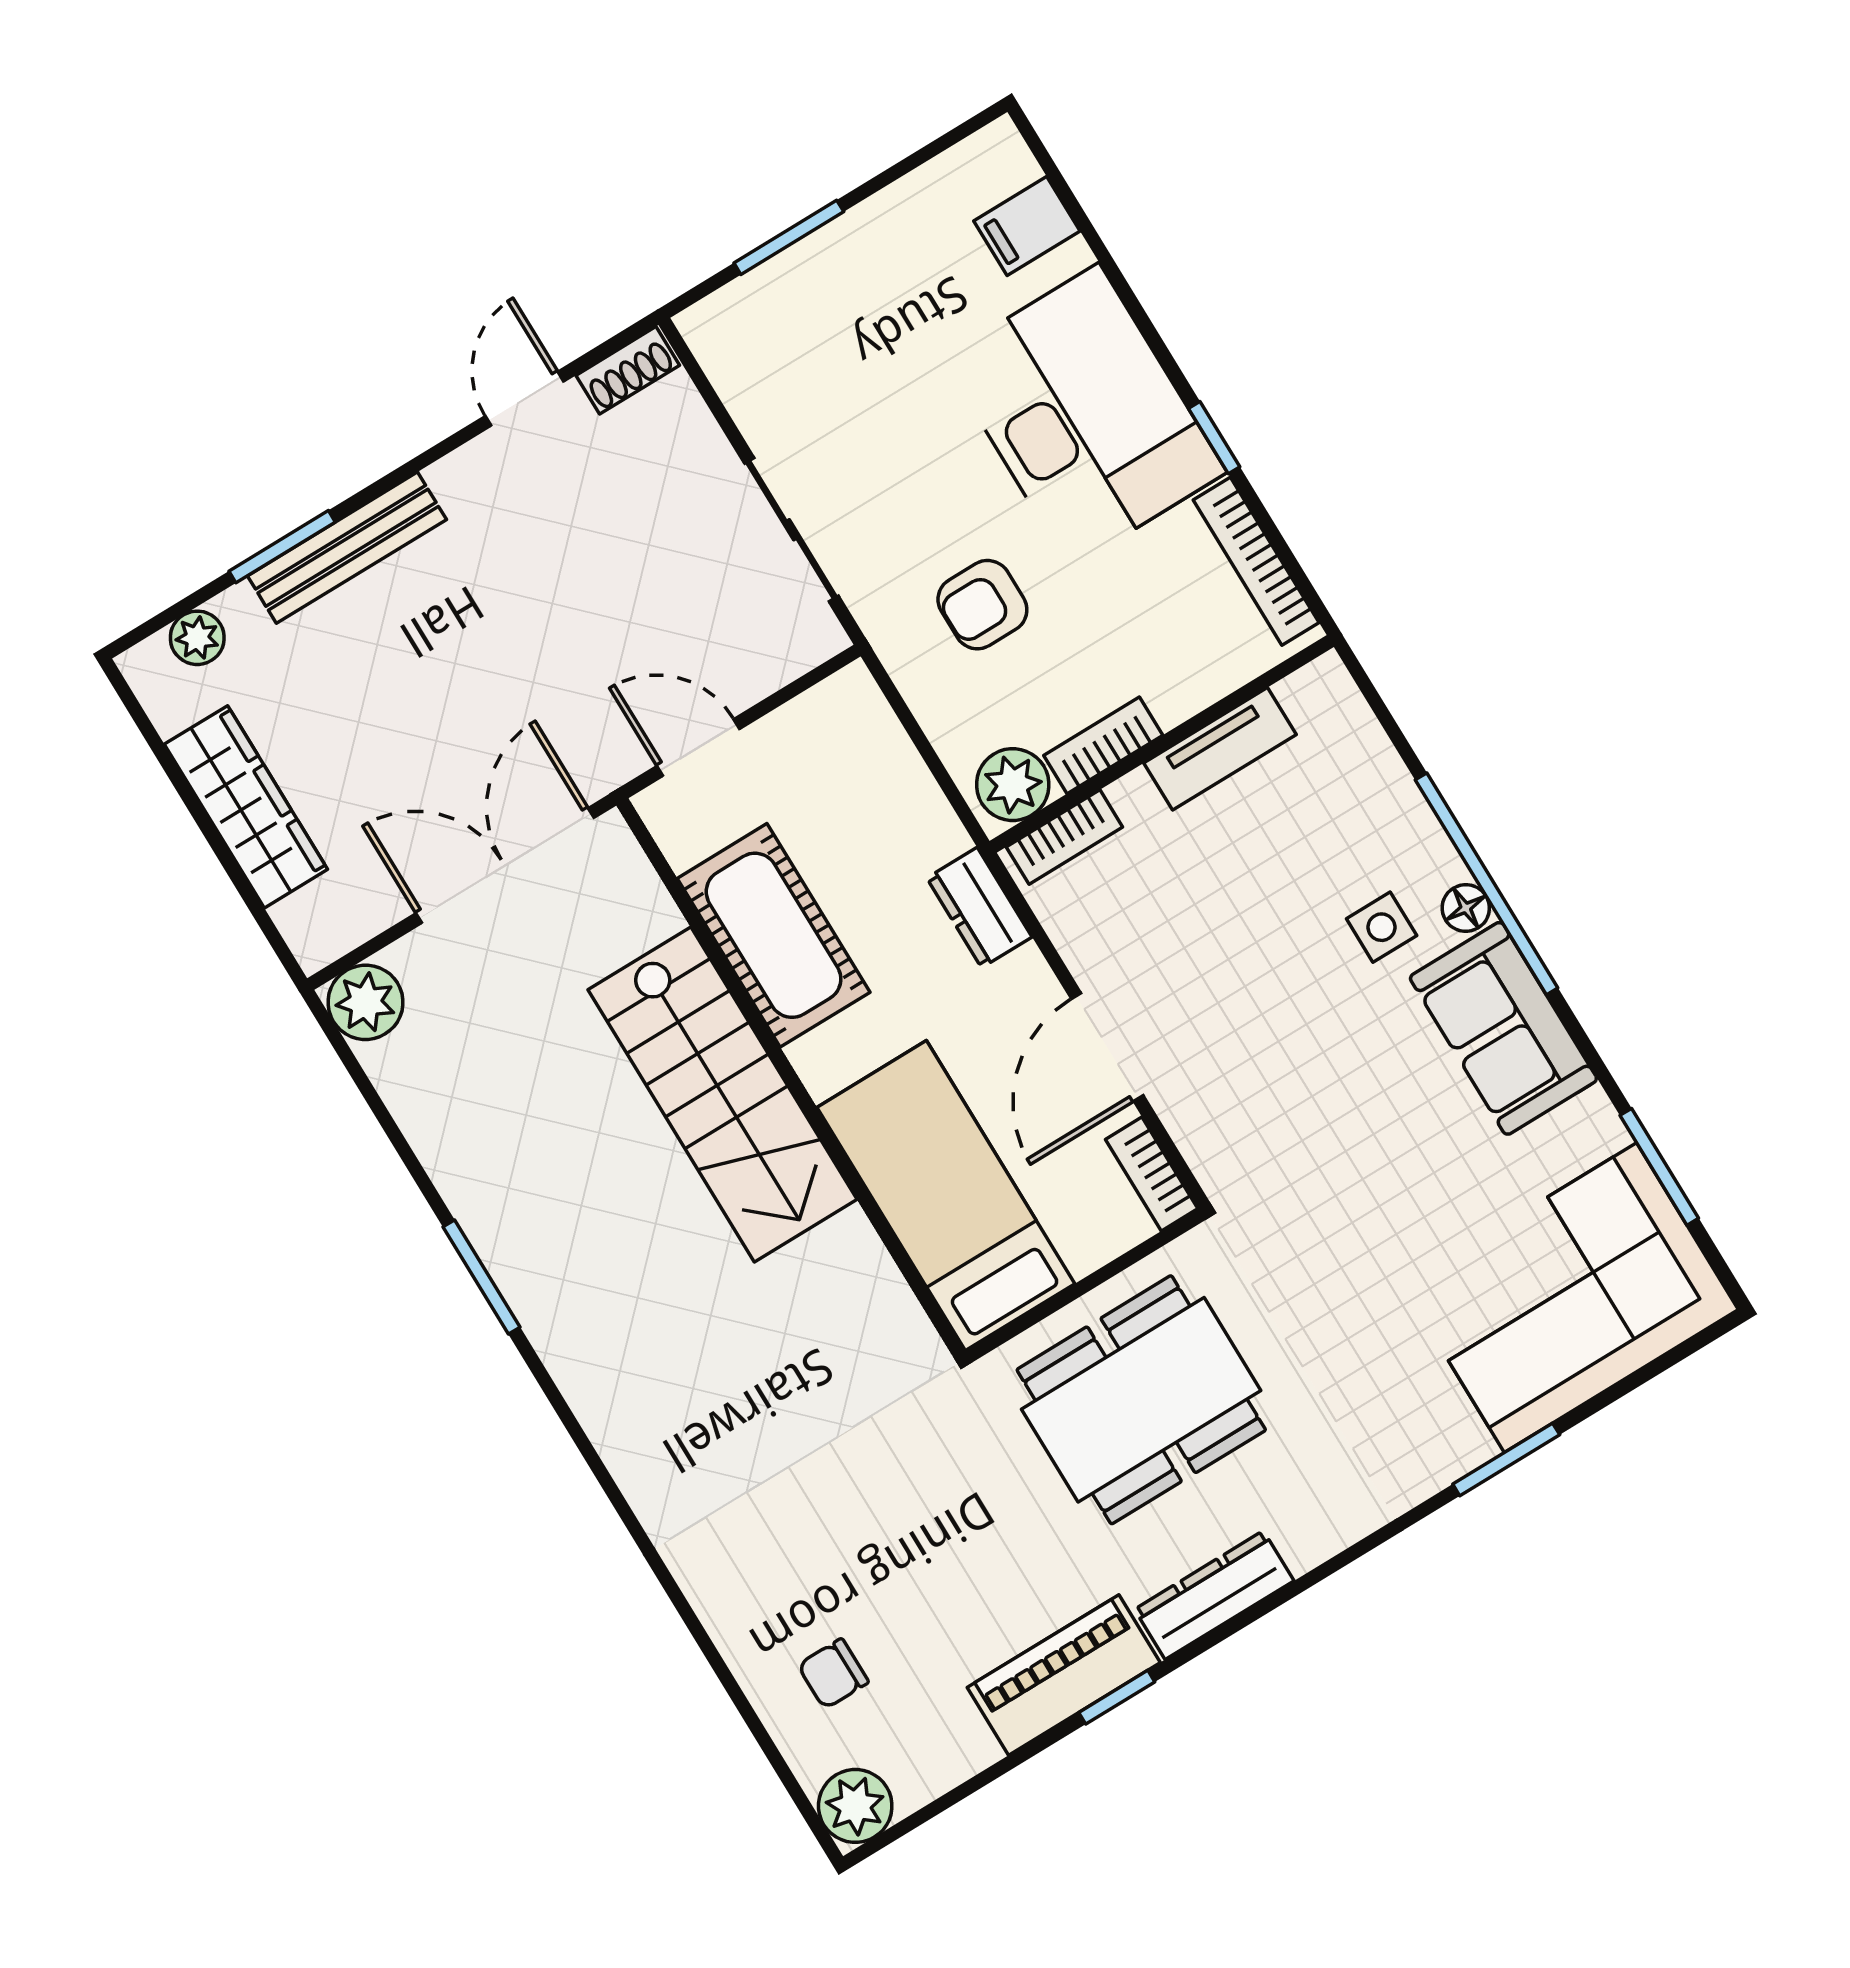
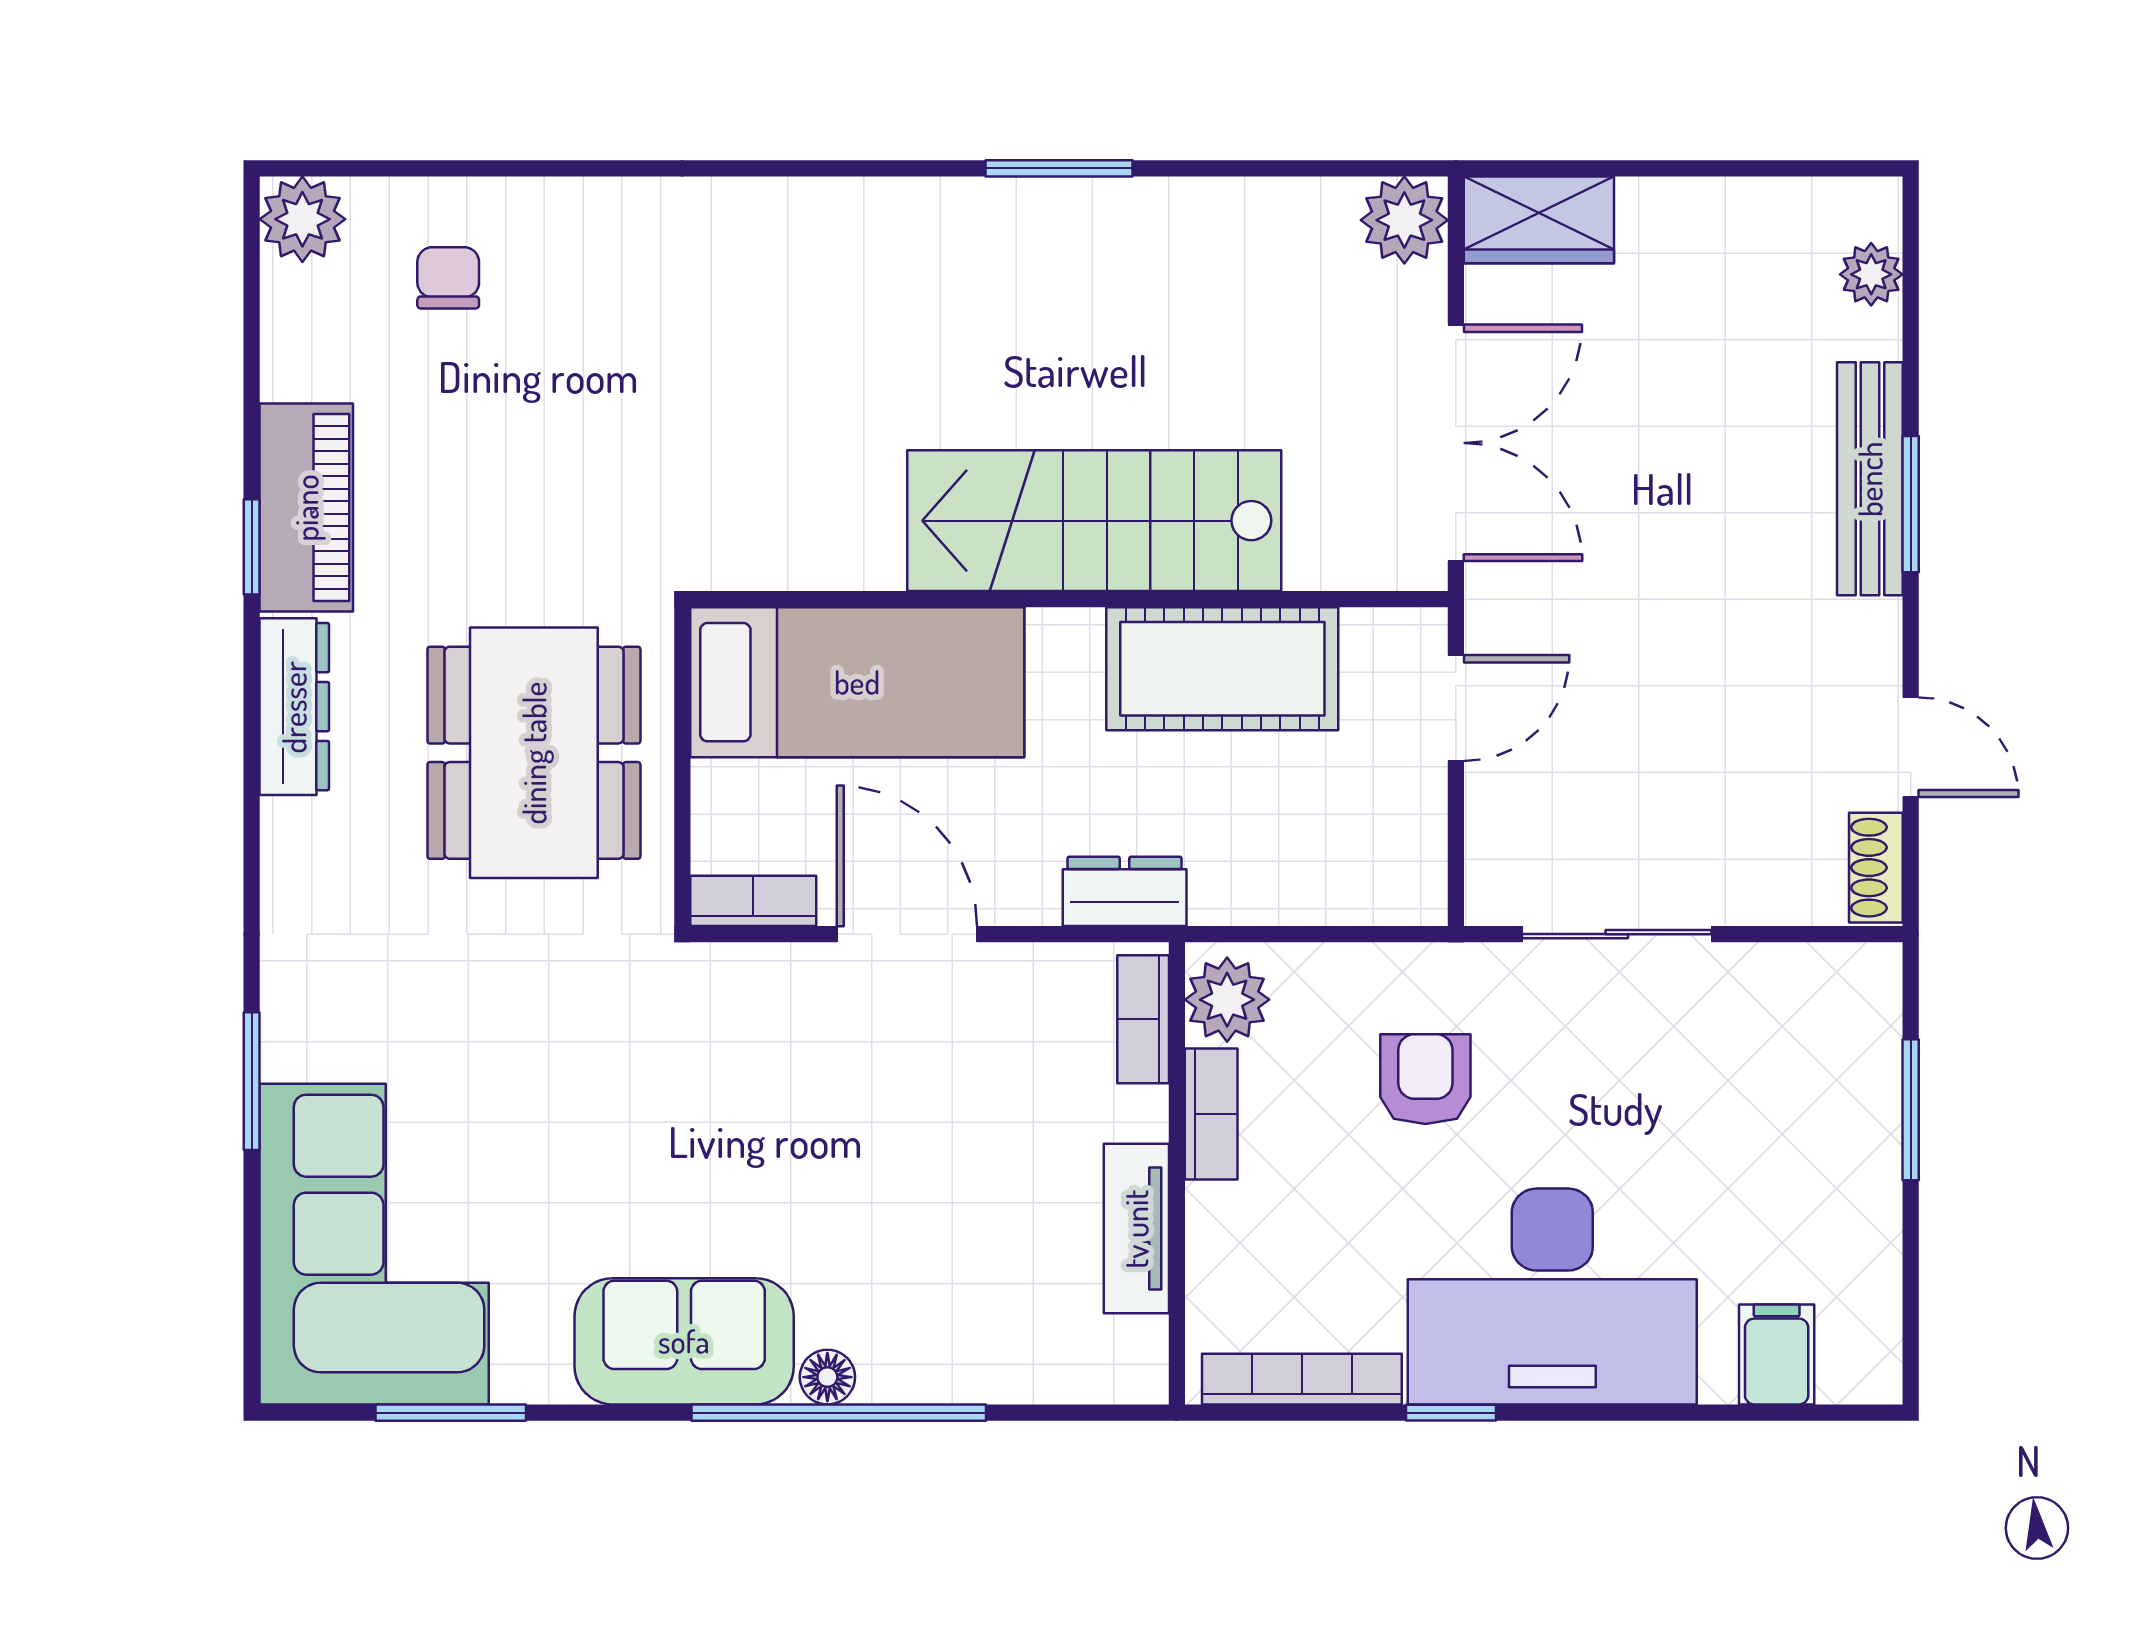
window: (282, 547) -> (1911, 504), moved
wardrobe: (246, 807) -> (1539, 220), moved, width x0.67
side table: (1382, 927) -> (860, 1281), removed

